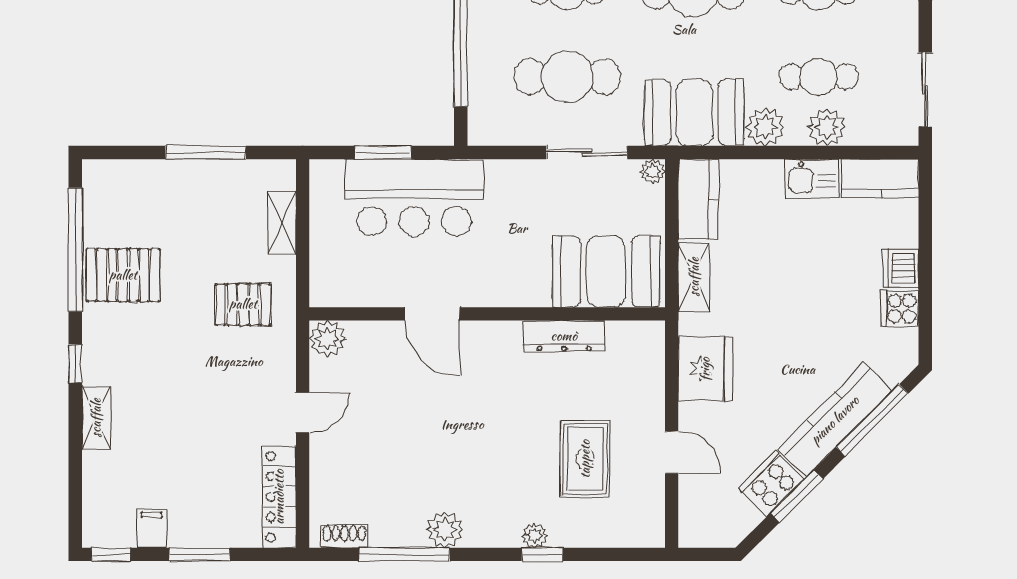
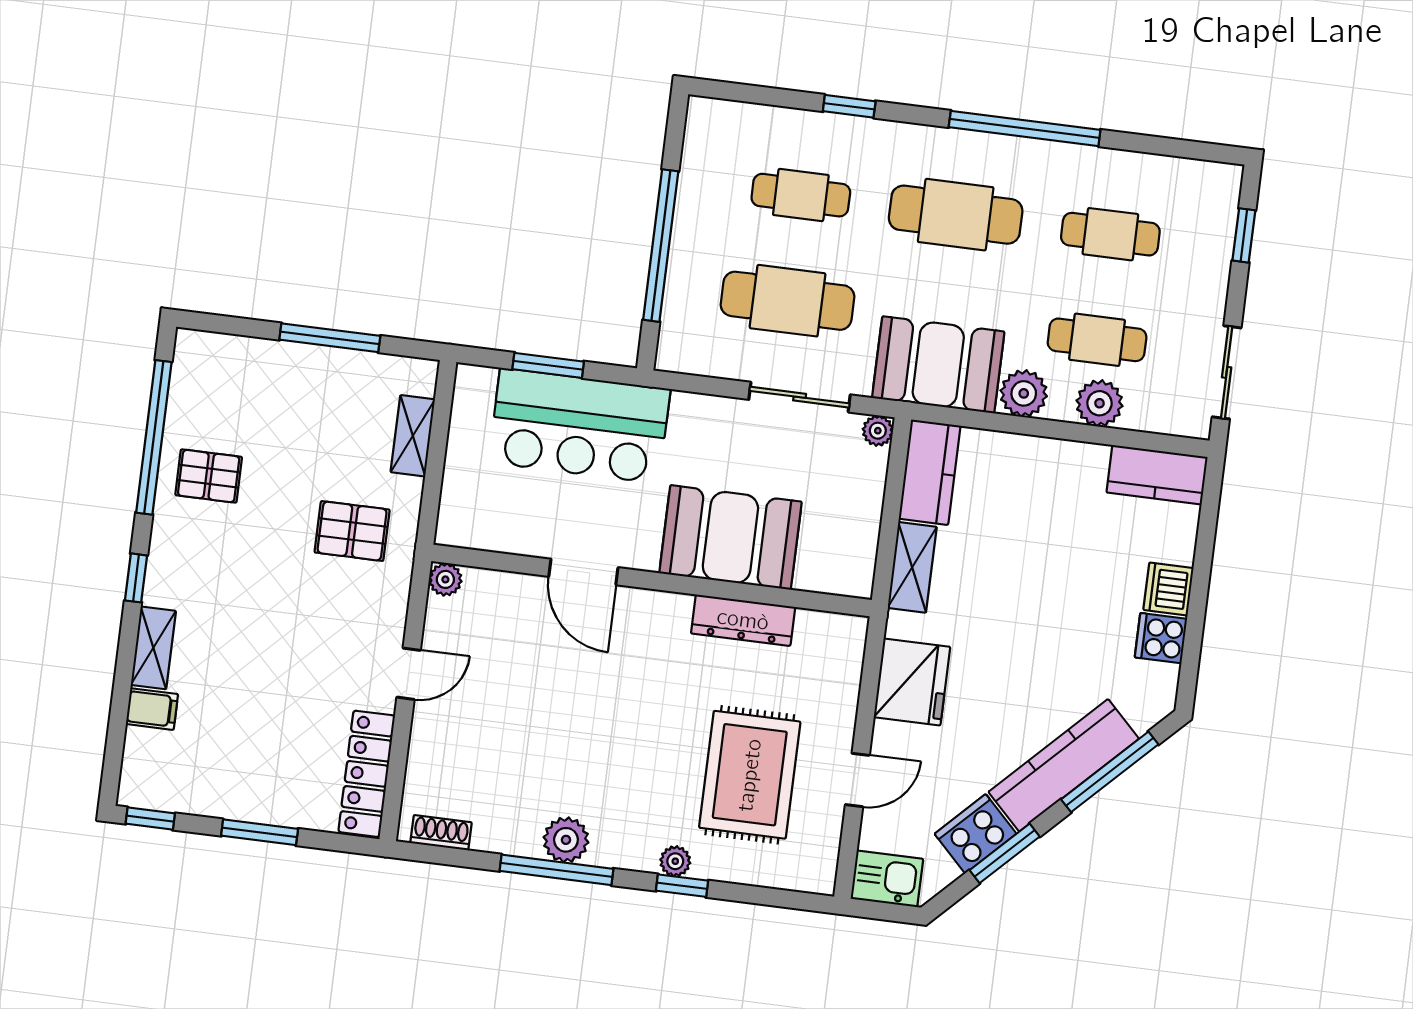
kitchen sink: (812, 179) -> (887, 879), moved, turned 180
booth: (606, 271) -> (730, 537), moved
pallet: (123, 275) -> (209, 476), width x0.67, depth x0.71
plant: (327, 339) -> (445, 579), width x0.73, depth x0.73
door: (672, 452) -> (857, 780), hinge flipped
rug: (585, 459) -> (750, 775), width x1.36, depth x1.43
filing cabinet: (152, 528) -> (152, 709), moved, turned 90
window: (404, 554) -> (556, 870), moved

